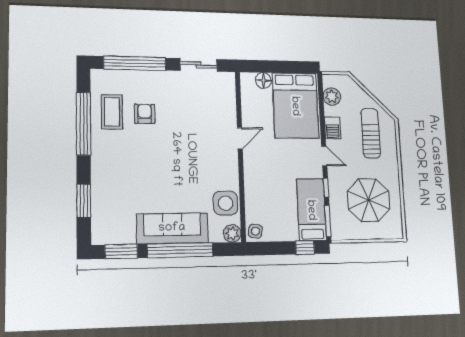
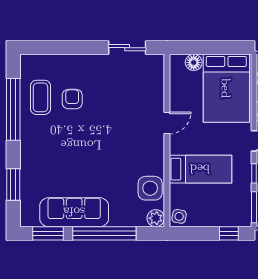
window: (135, 63) -> (63, 48), removed
bed: (311, 210) -> (200, 169), moved, turned 90
sofa: (172, 228) -> (74, 212), moved

